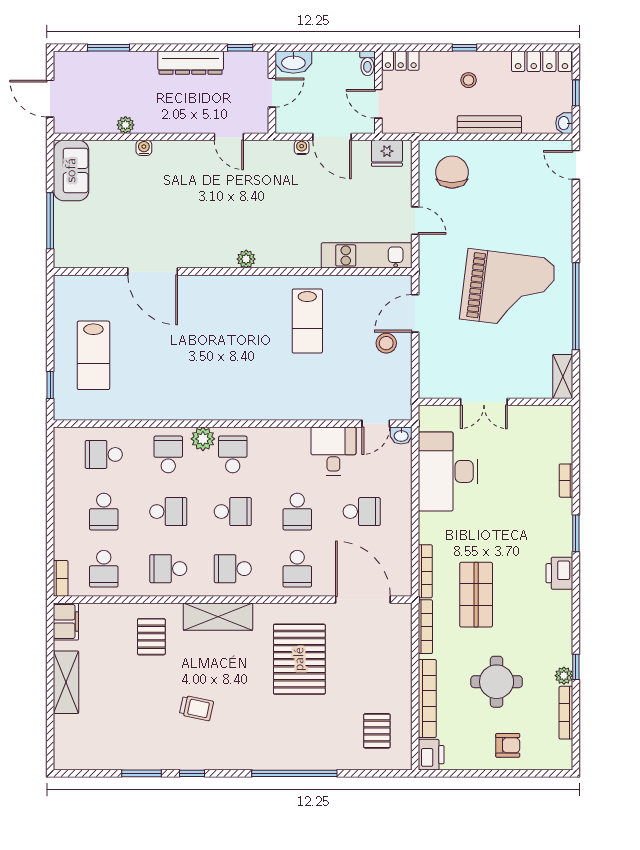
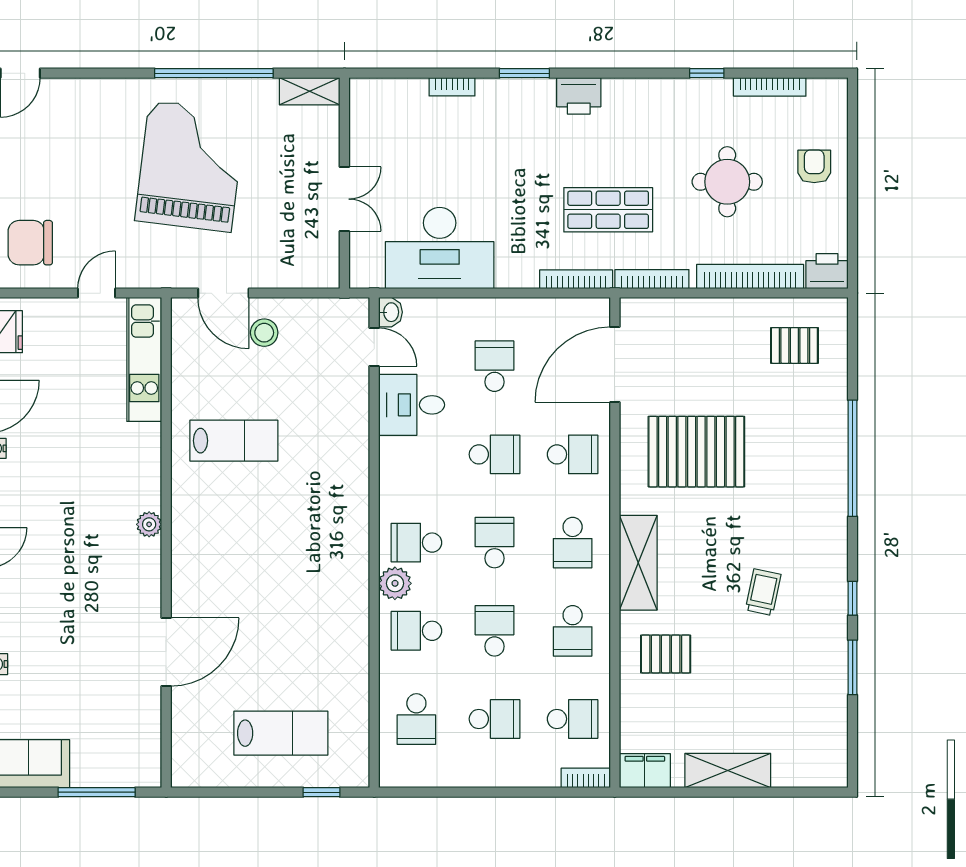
plant: (564, 676) -> (719, 90), removed

